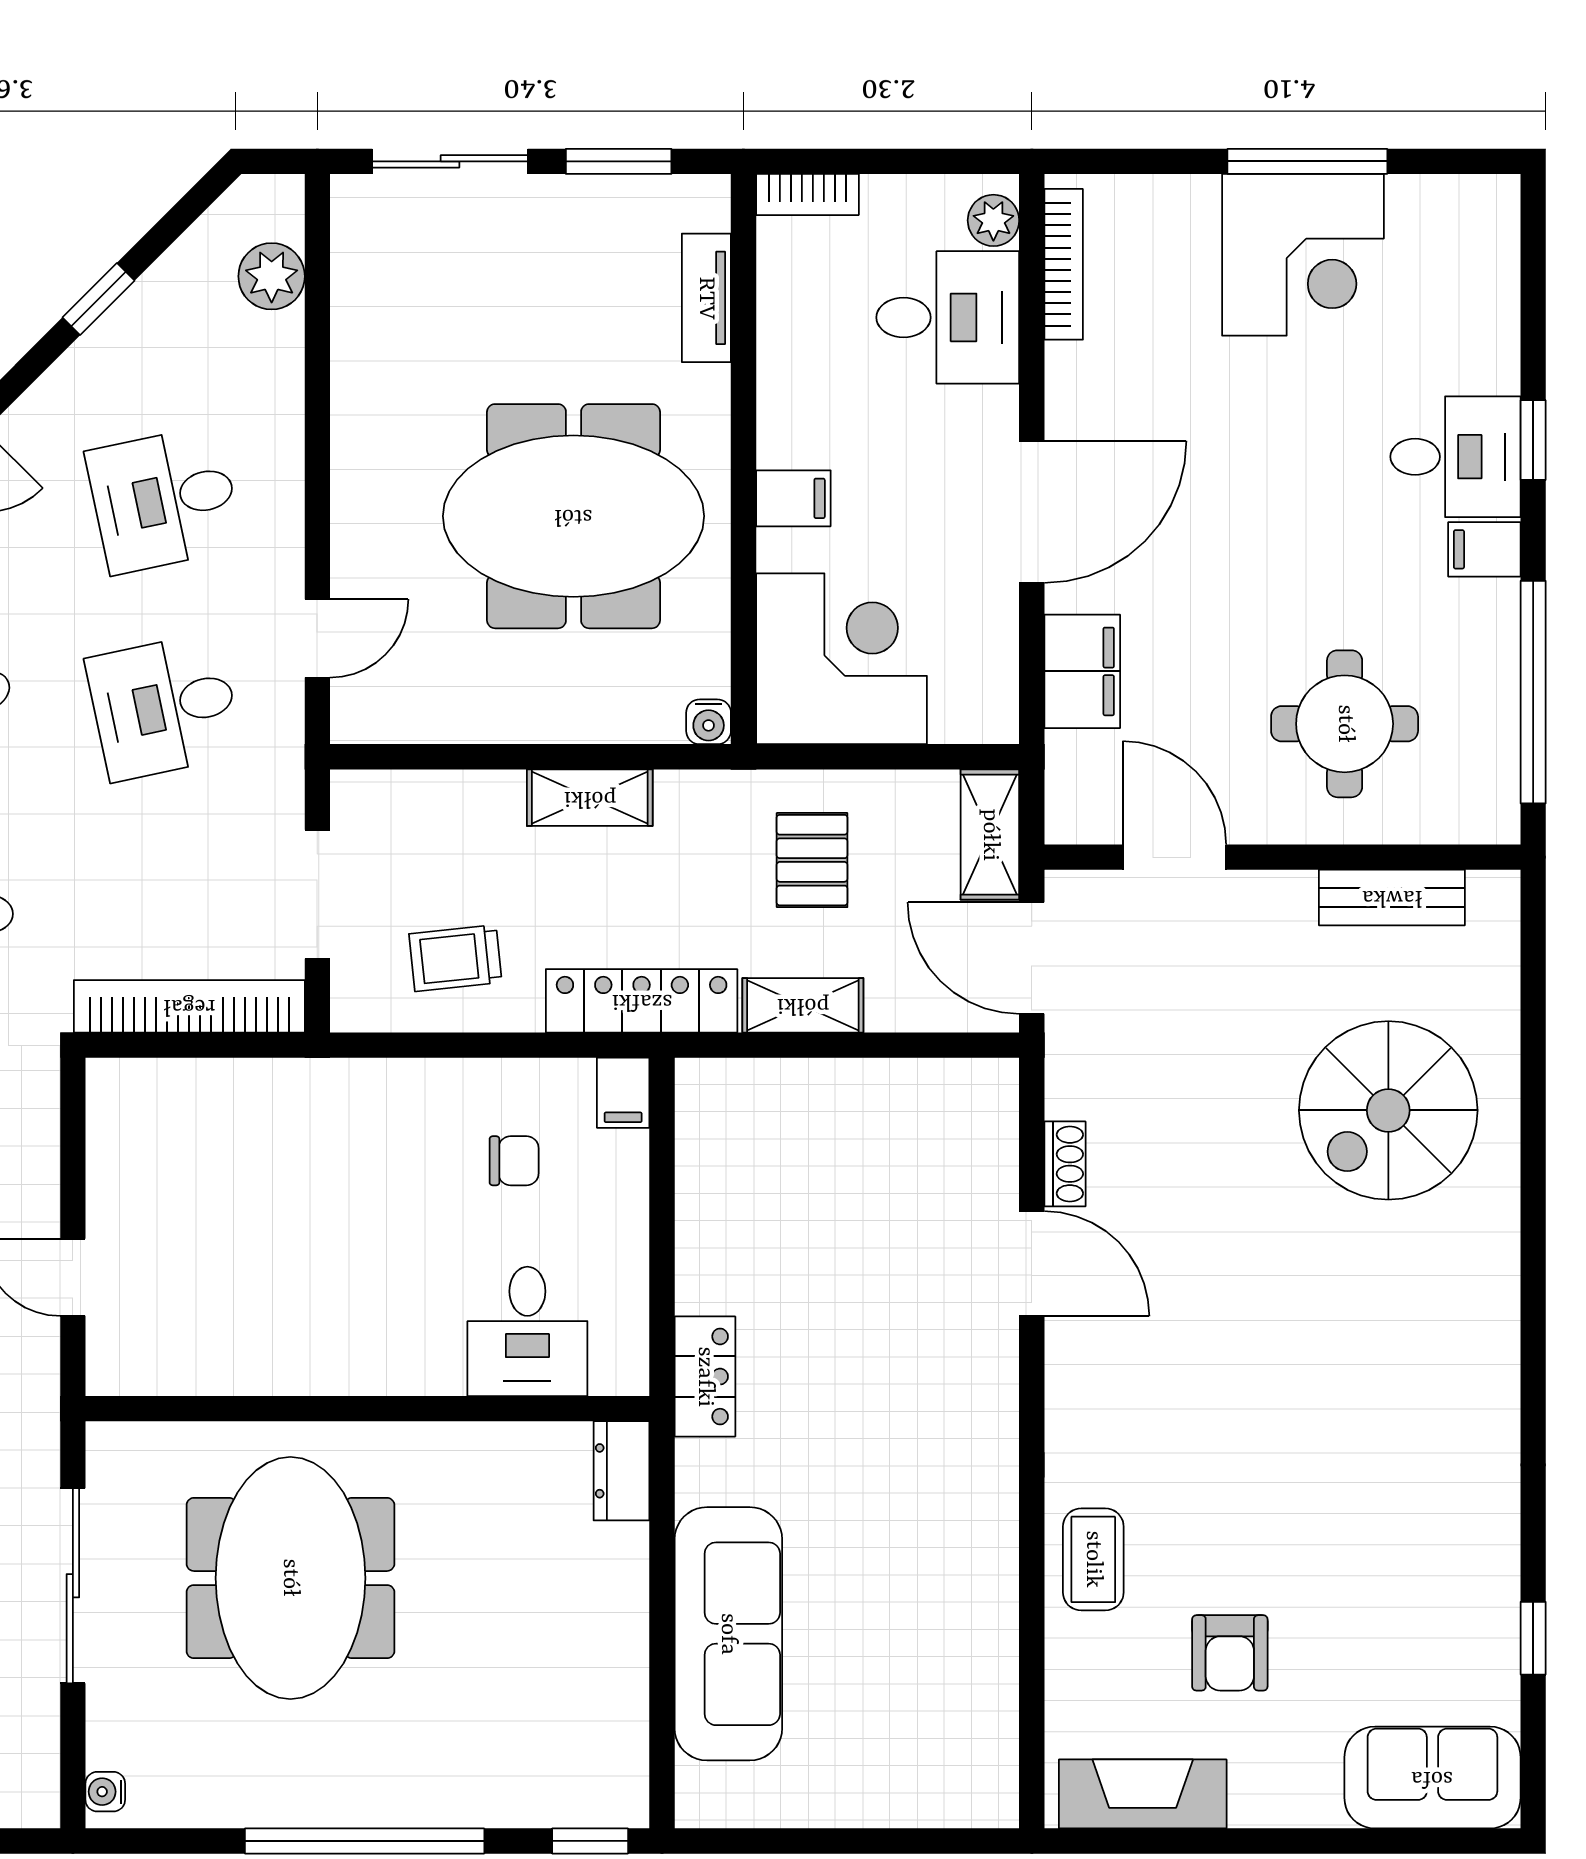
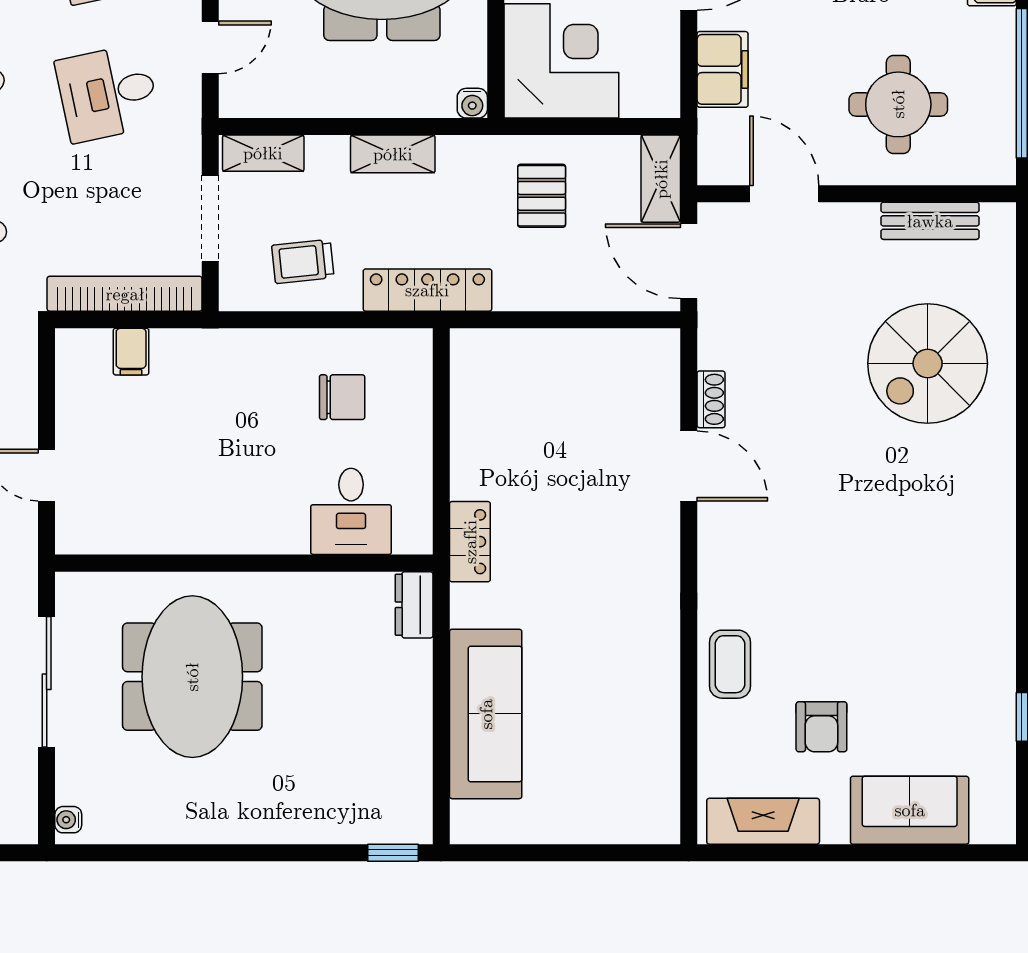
shelving: (803, 1005) -> (263, 153), moved
filing cabinet: (623, 1093) -> (131, 352), moved
chair: (514, 1161) -> (342, 397), width x1.37, depth x1.37
sofa: (1432, 1778) -> (910, 810), moved
window: (365, 1841) -> (242, 853), removed

